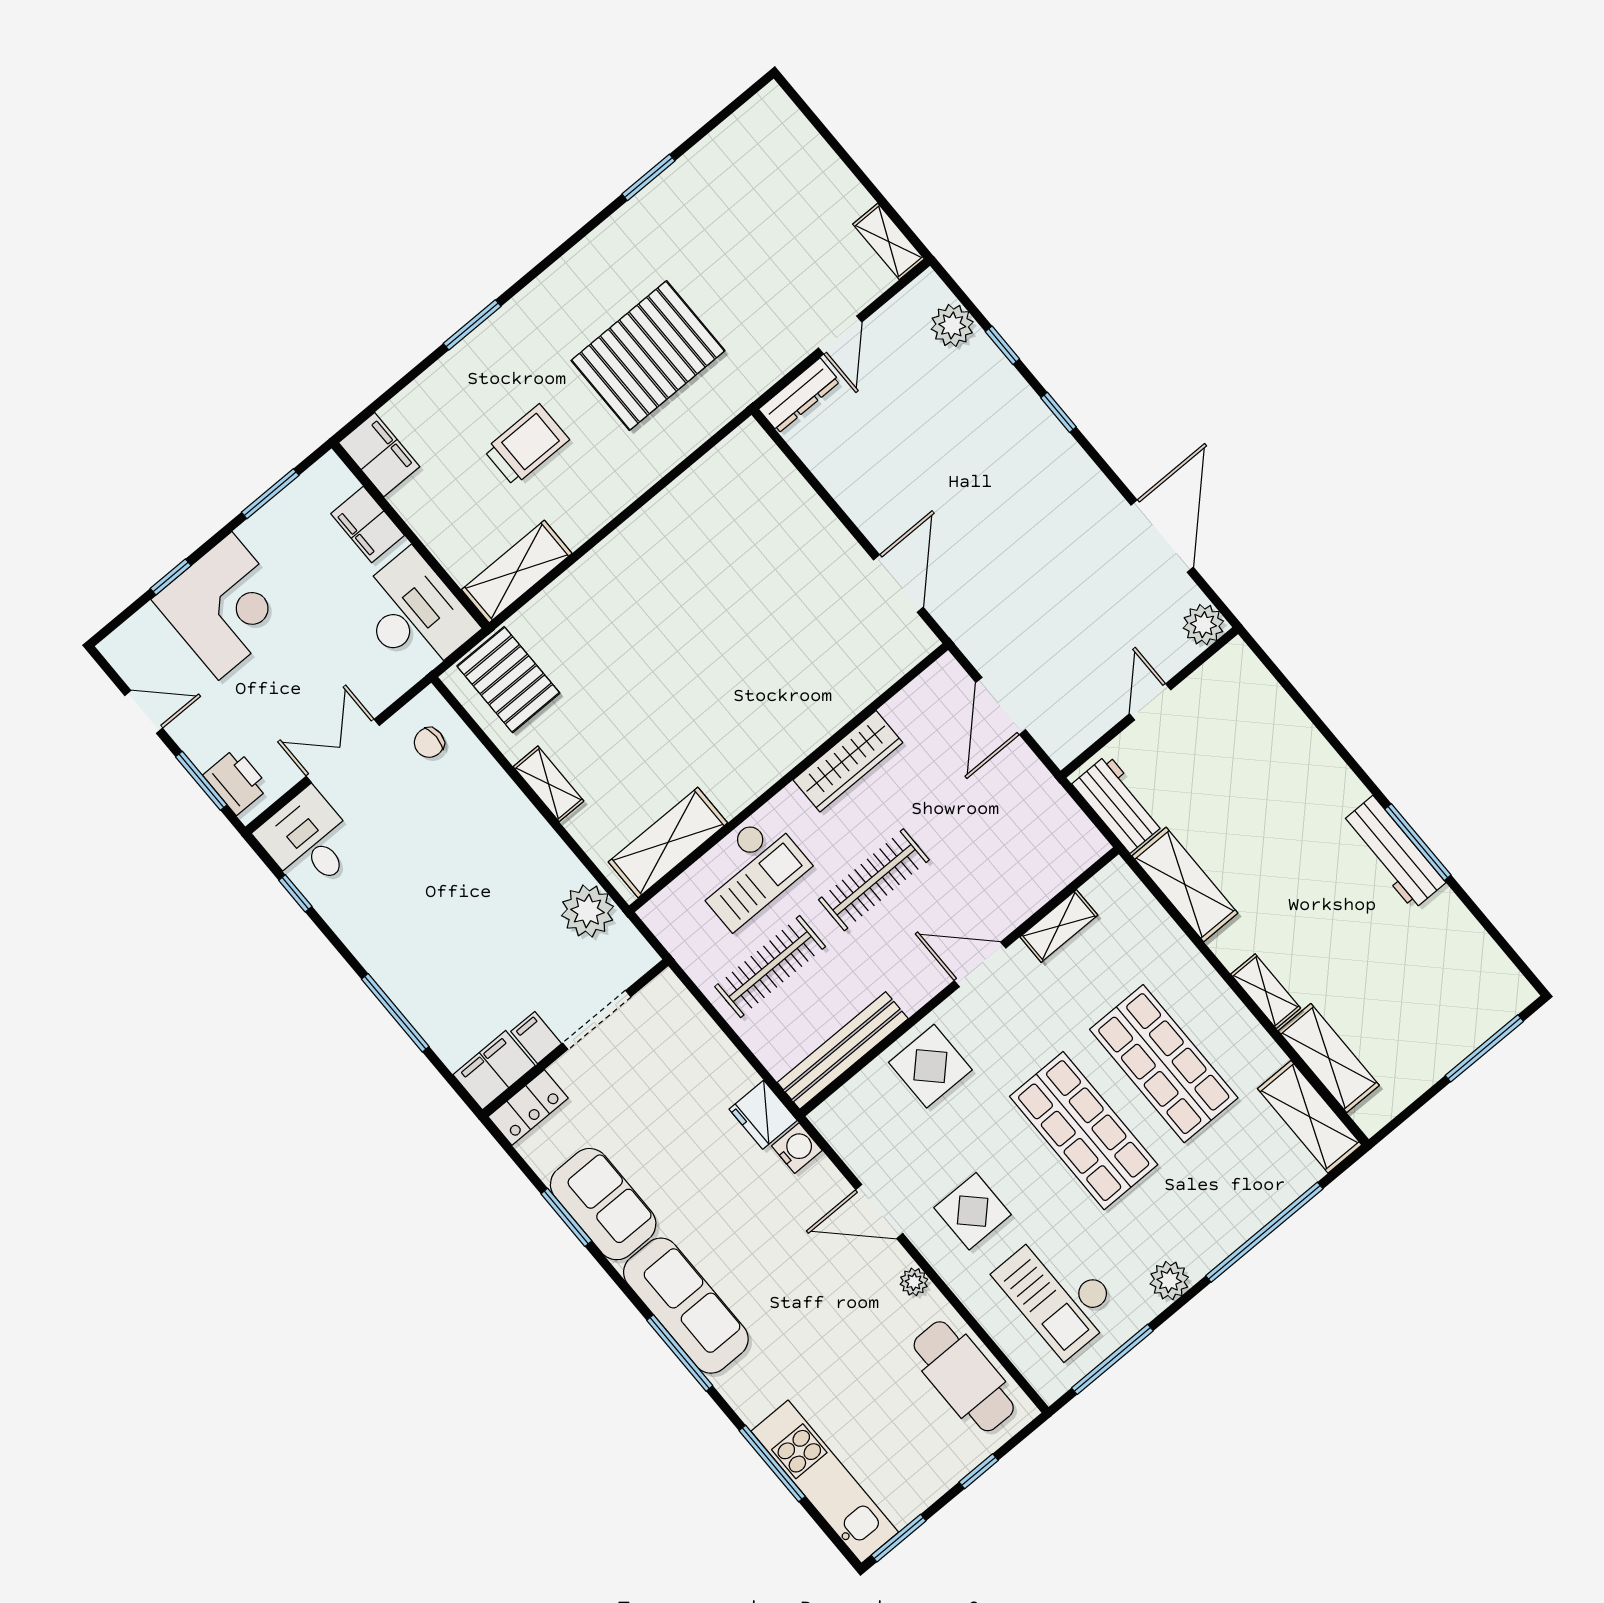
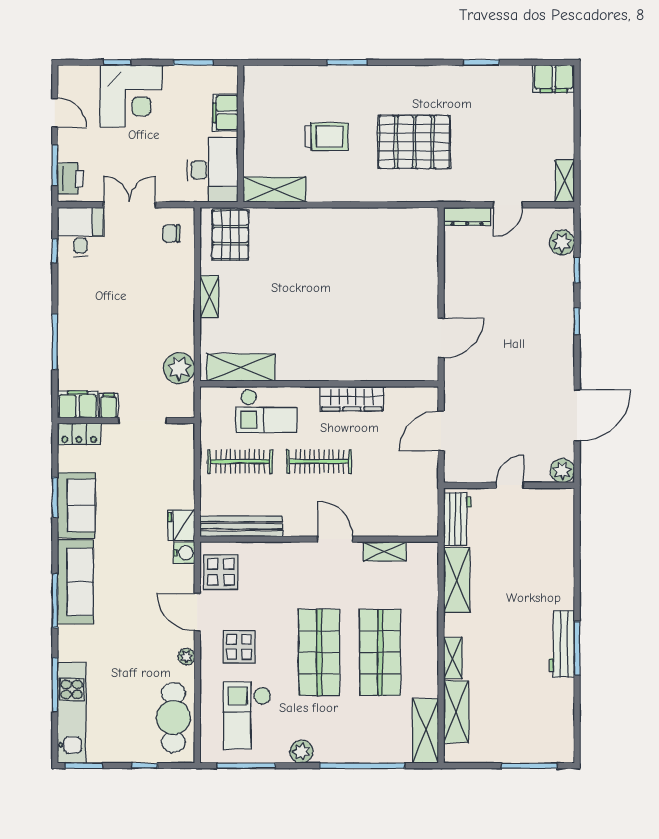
filing cabinet: (379, 455) -> (554, 79), moved, turned 90
display table: (930, 1066) -> (221, 572), moved

